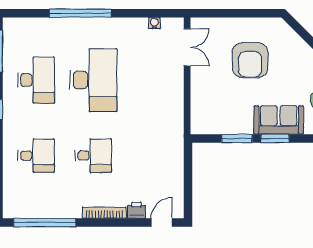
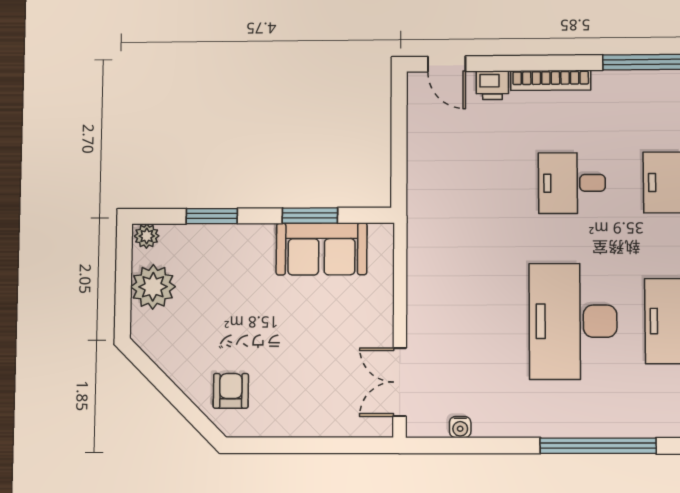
armchair: (250, 60) -> (231, 391), moved, width x0.53, depth x0.53
sofa: (279, 120) -> (322, 249), moved
window: (275, 138) -> (212, 216), moved
door: (162, 222) -> (447, 64), hinge flipped

